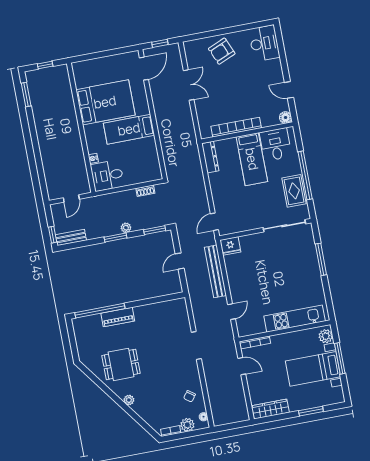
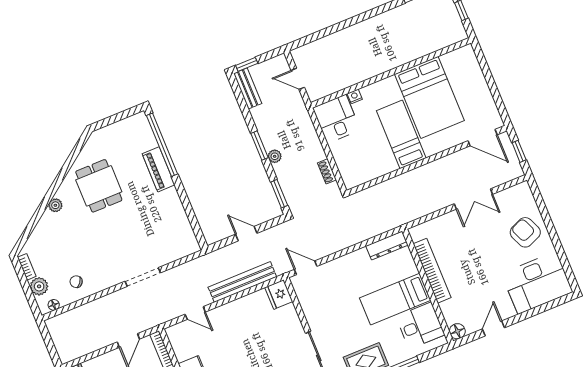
desk: (264, 43) -> (537, 283), width x1.36, depth x1.30

